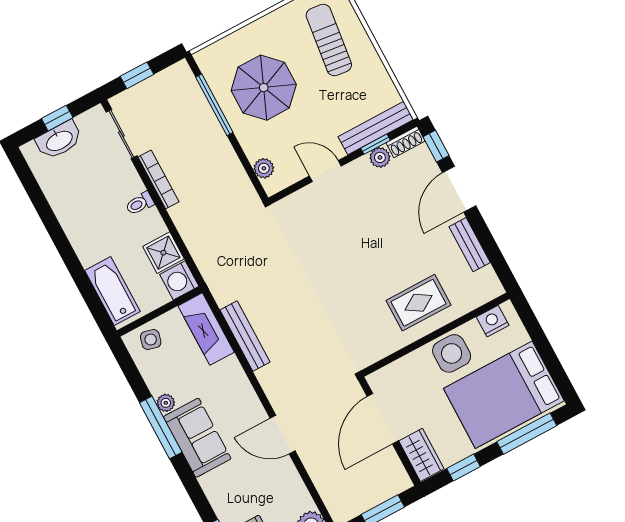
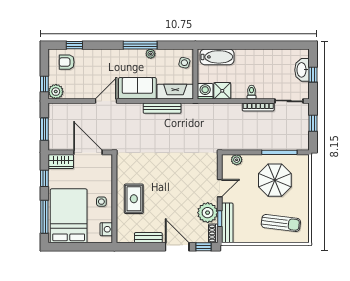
plant: (380, 157) -> (208, 213), width x1.87, depth x1.87
side table: (452, 353) -> (101, 202), width x0.54, depth x0.54
sofa: (197, 438) -> (137, 88), moved, turned 180

